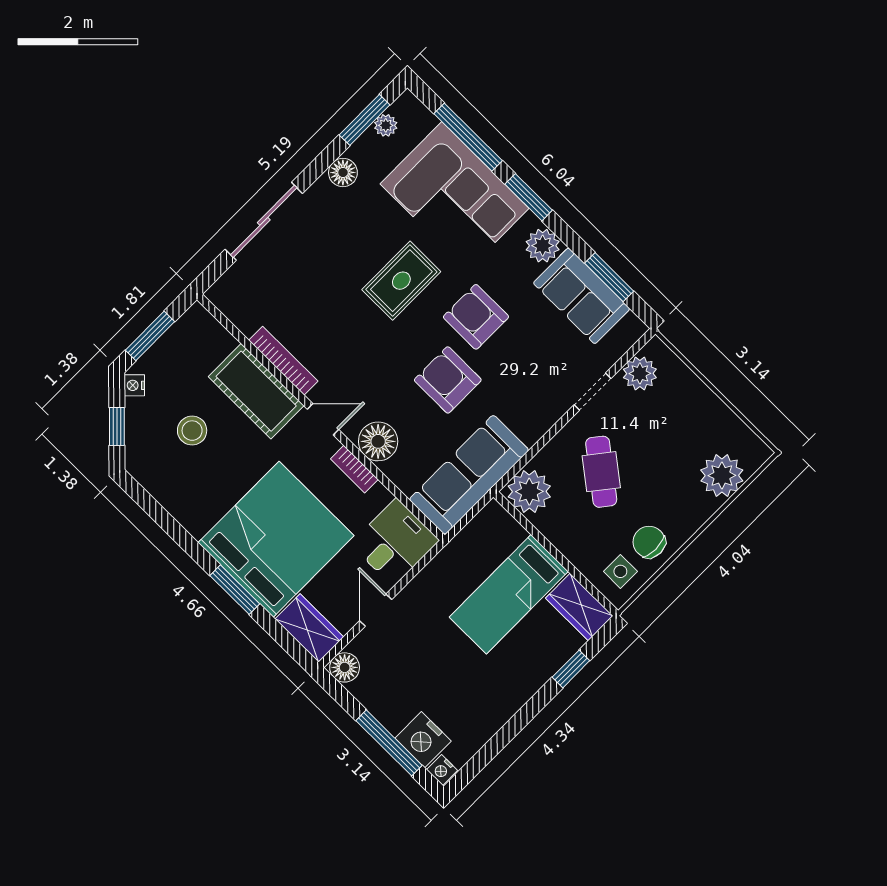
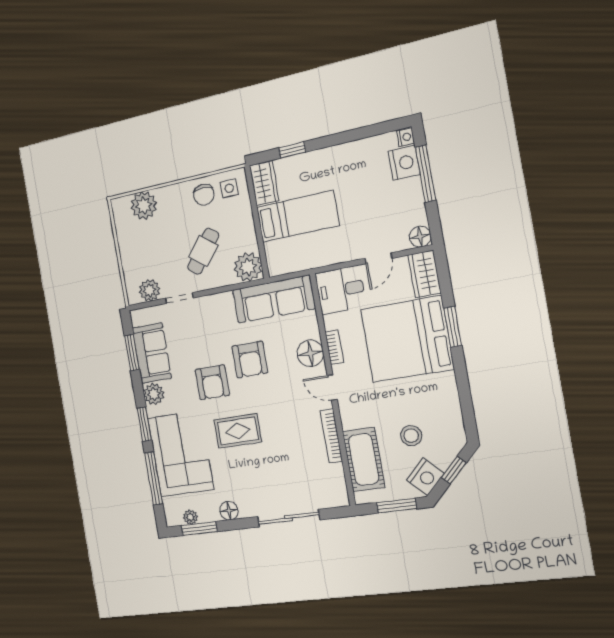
nightstand: (134, 385) -> (425, 477), width x1.89, depth x1.79
cot: (256, 391) -> (364, 459), moved

